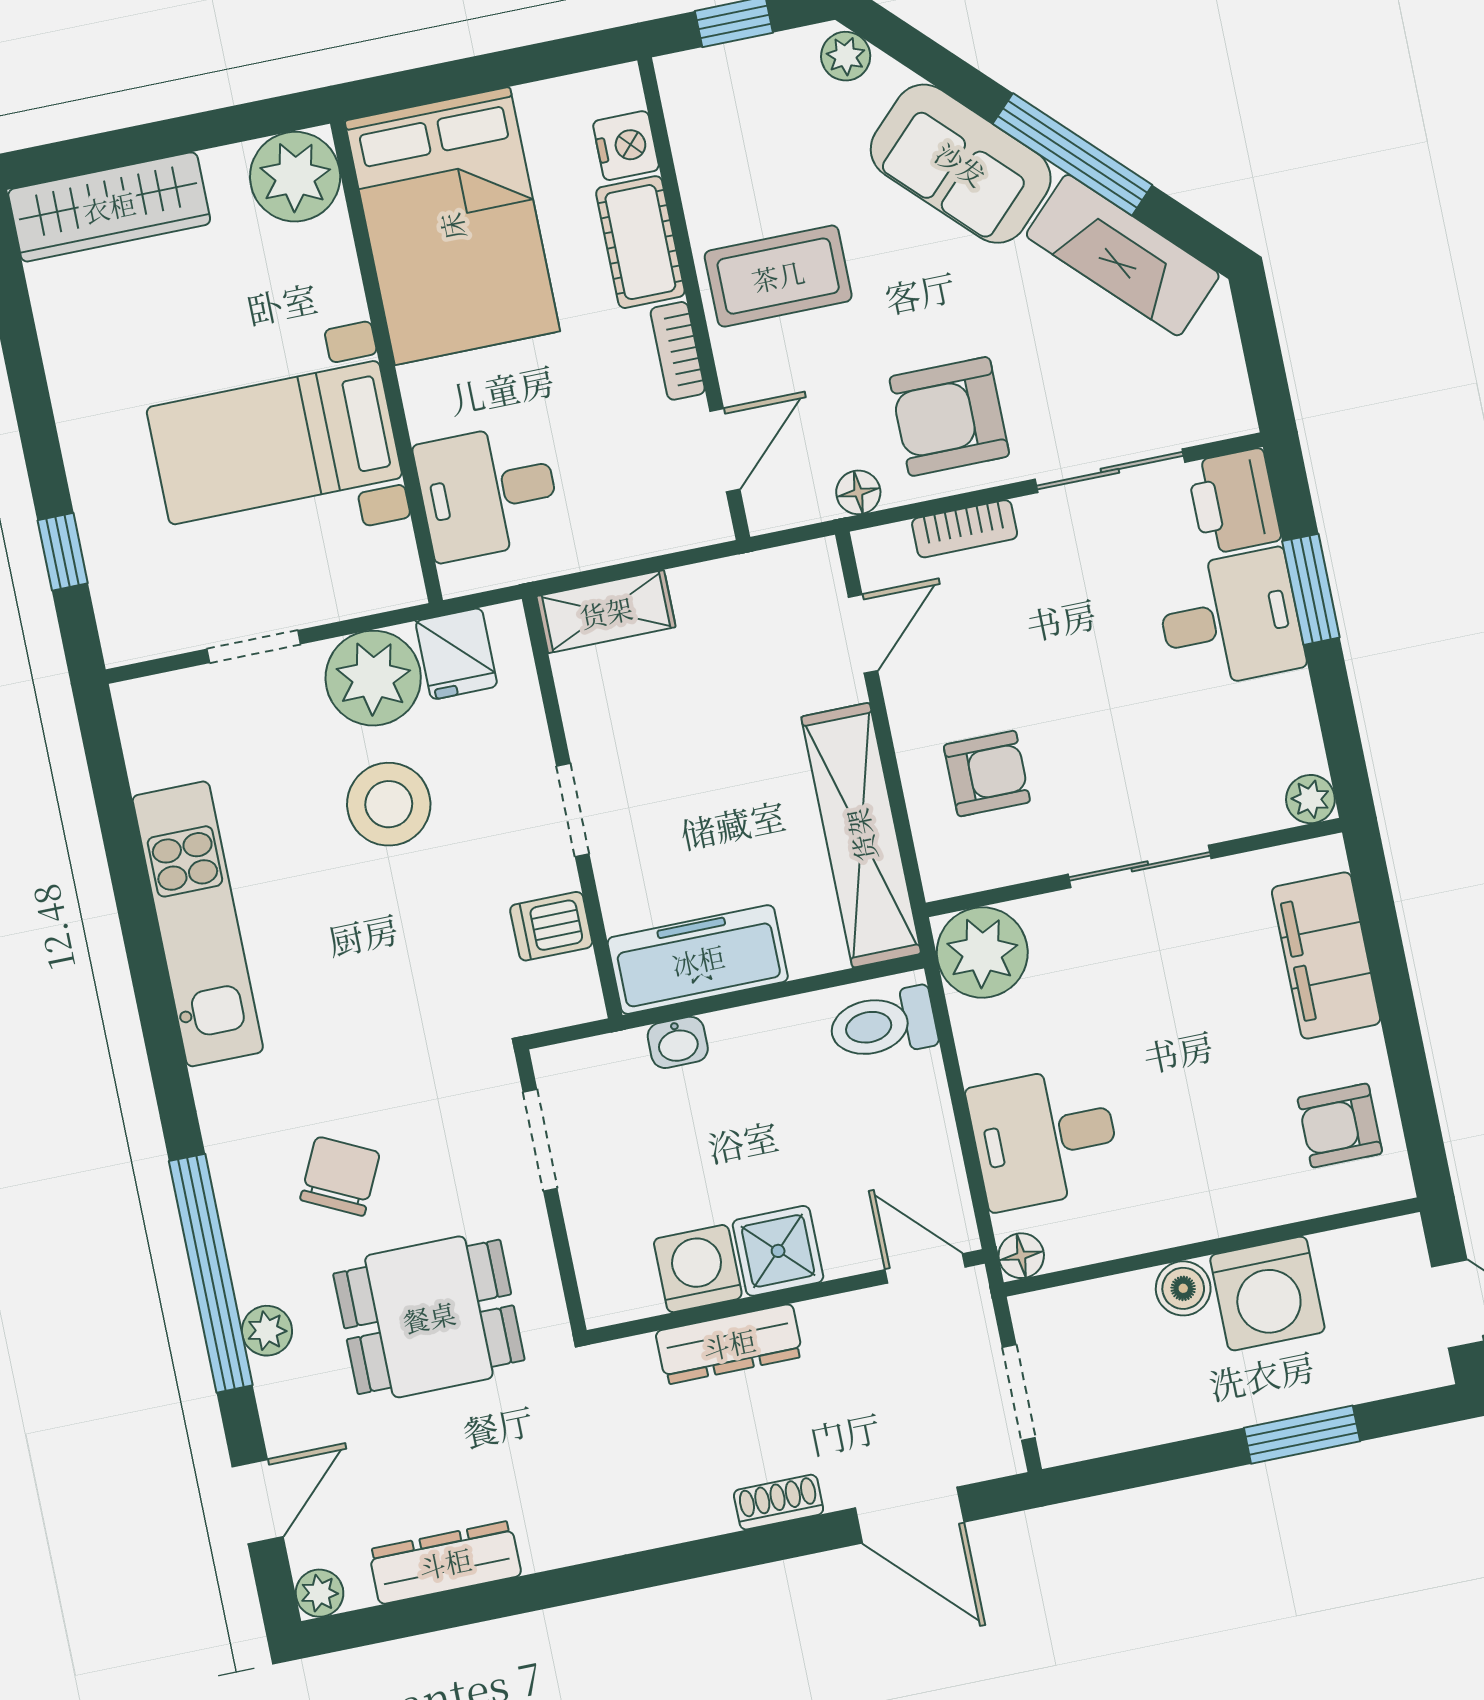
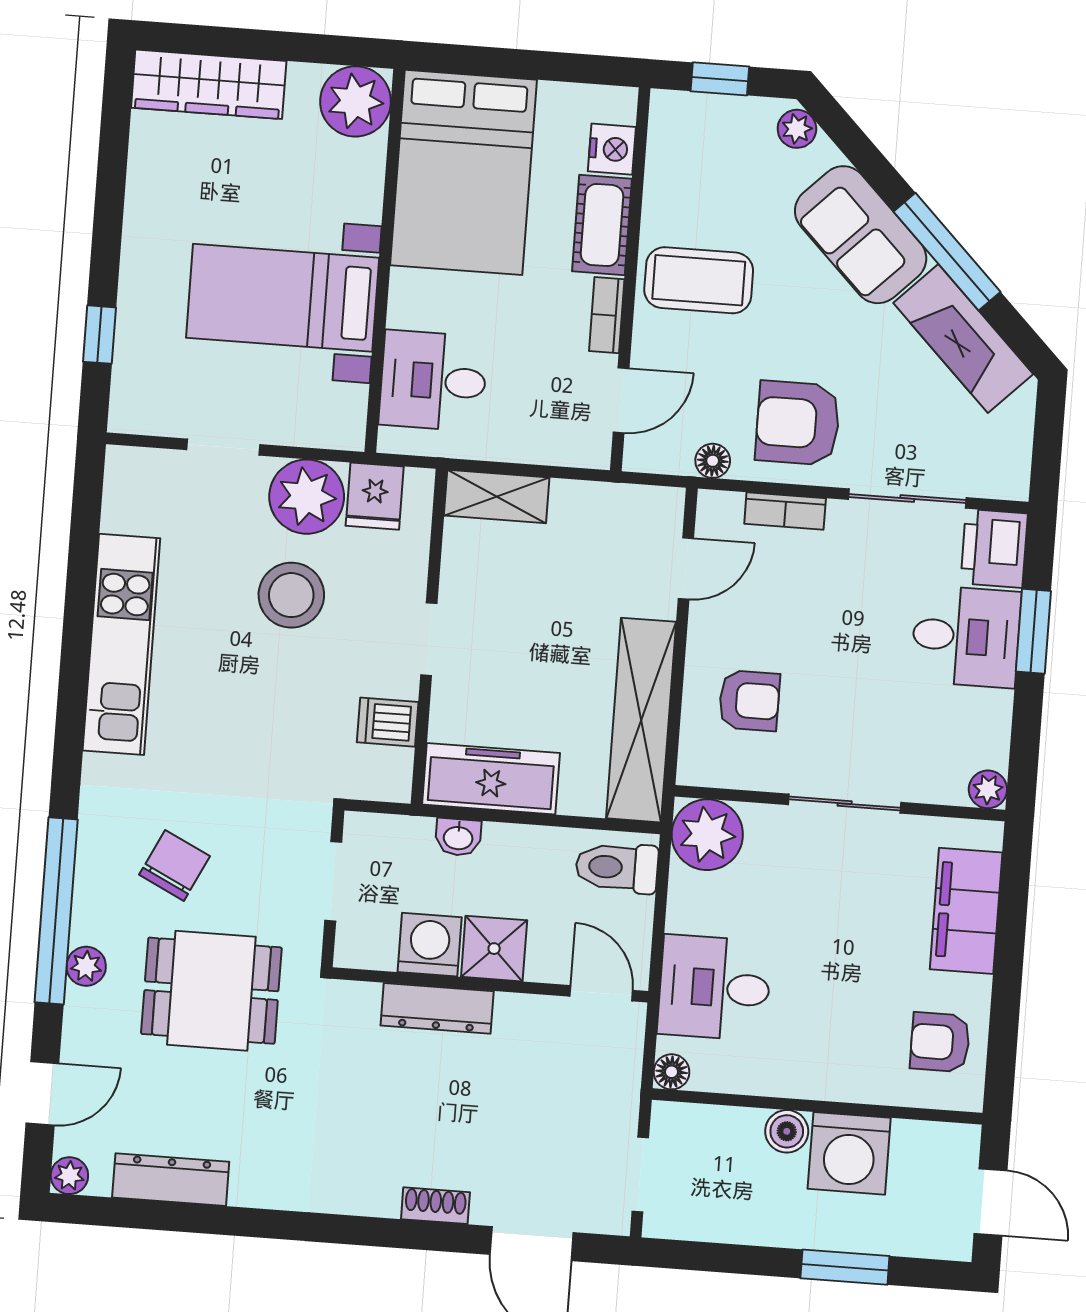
shower: (778, 1251) -> (494, 949), moved
door: (925, 1268) -> (601, 993), moved
washing machine: (698, 1269) -> (430, 945), moved
wall: (786, 1297) -> (490, 985), moved
dresser: (729, 1344) -> (437, 1008), moved

